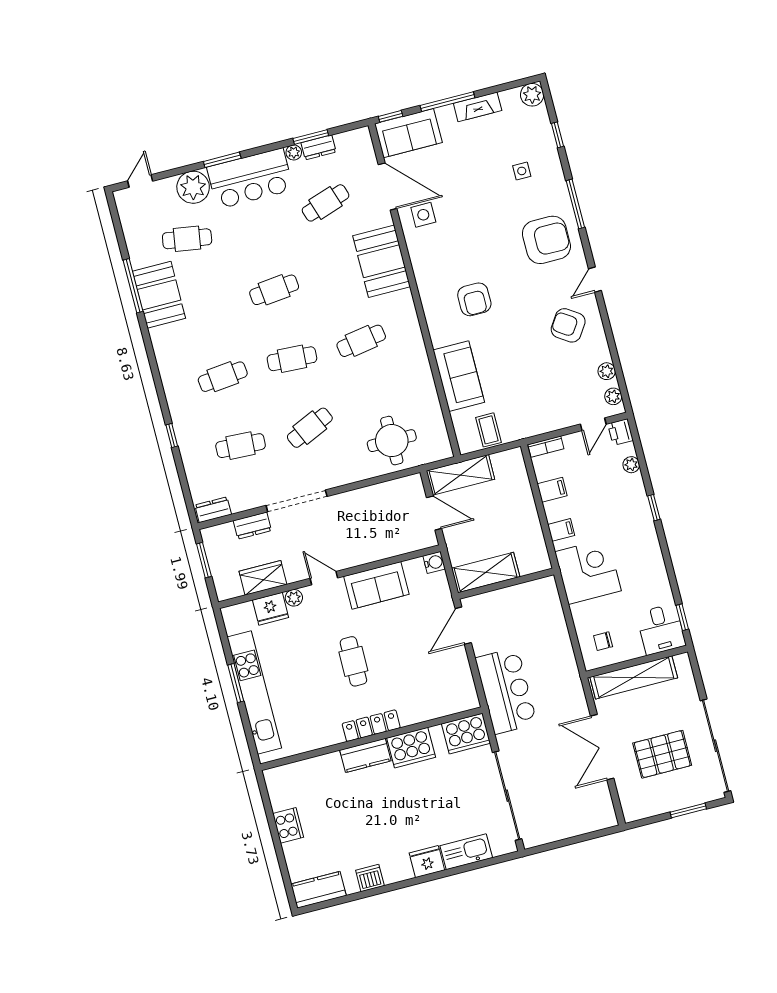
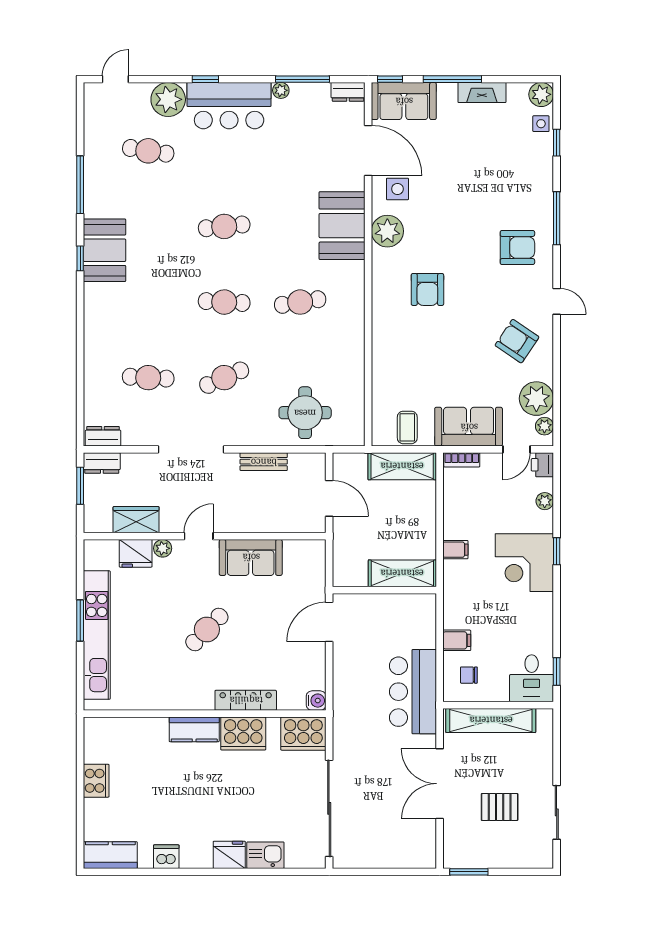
window: (311, 137) -> (302, 79), width x1.44
dresser: (319, 147) -> (348, 92), moved
window: (222, 160) -> (205, 79), width x0.67
side table: (522, 171) -> (541, 124), moved
cafe table: (326, 203) -> (300, 151), removed
armchair: (546, 240) -> (517, 247), width x0.73, depth x0.73
plant: (424, 256) -> (387, 231), added
door: (595, 280) -> (557, 301), swing flipped
booth: (159, 295) -> (104, 250), moved
plant: (607, 371) -> (536, 399), width x1.88, depth x1.88
sofa: (459, 376) -> (469, 427), moved, turned -90
cafe table: (223, 377) -> (148, 302), removed
window: (172, 436) -> (80, 258), moved
shelving: (460, 475) -> (402, 466), moved
filing cabinet: (552, 490) -> (457, 640), moved
bench: (366, 495) -> (264, 462), added
dresser: (252, 526) -> (102, 463), moved
water cooler: (434, 562) -> (316, 701), moved
corner desk: (588, 571) -> (524, 563), moved, turned 180
shelving: (486, 573) -> (402, 573), moved
door: (324, 578) -> (199, 536), hinge flipped
cafe table: (353, 661) -> (207, 630), turned 44
bar counter: (506, 691) -> (413, 692), moved, turned 180
locker: (371, 726) -> (246, 700), moved
sliding door: (715, 746) -> (557, 812), width x0.54
pallet: (662, 754) -> (500, 807), width x0.67, depth x0.71
window: (688, 811) -> (469, 872), moved
kitchen sink: (466, 852) -> (265, 855), width x0.73

